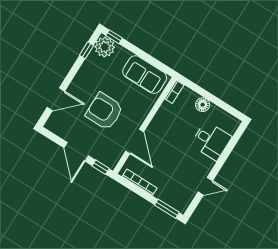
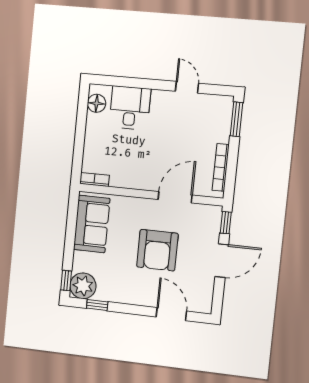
floor lamp: (203, 105) -> (97, 103), moved

